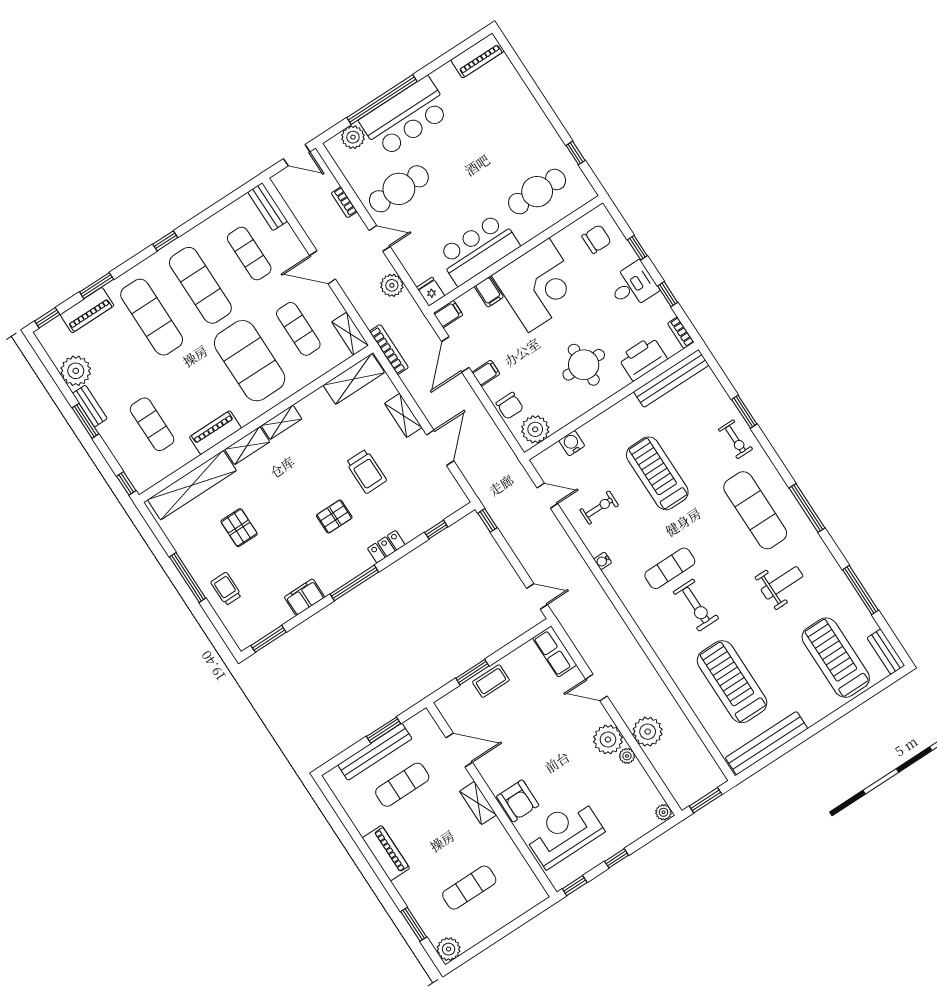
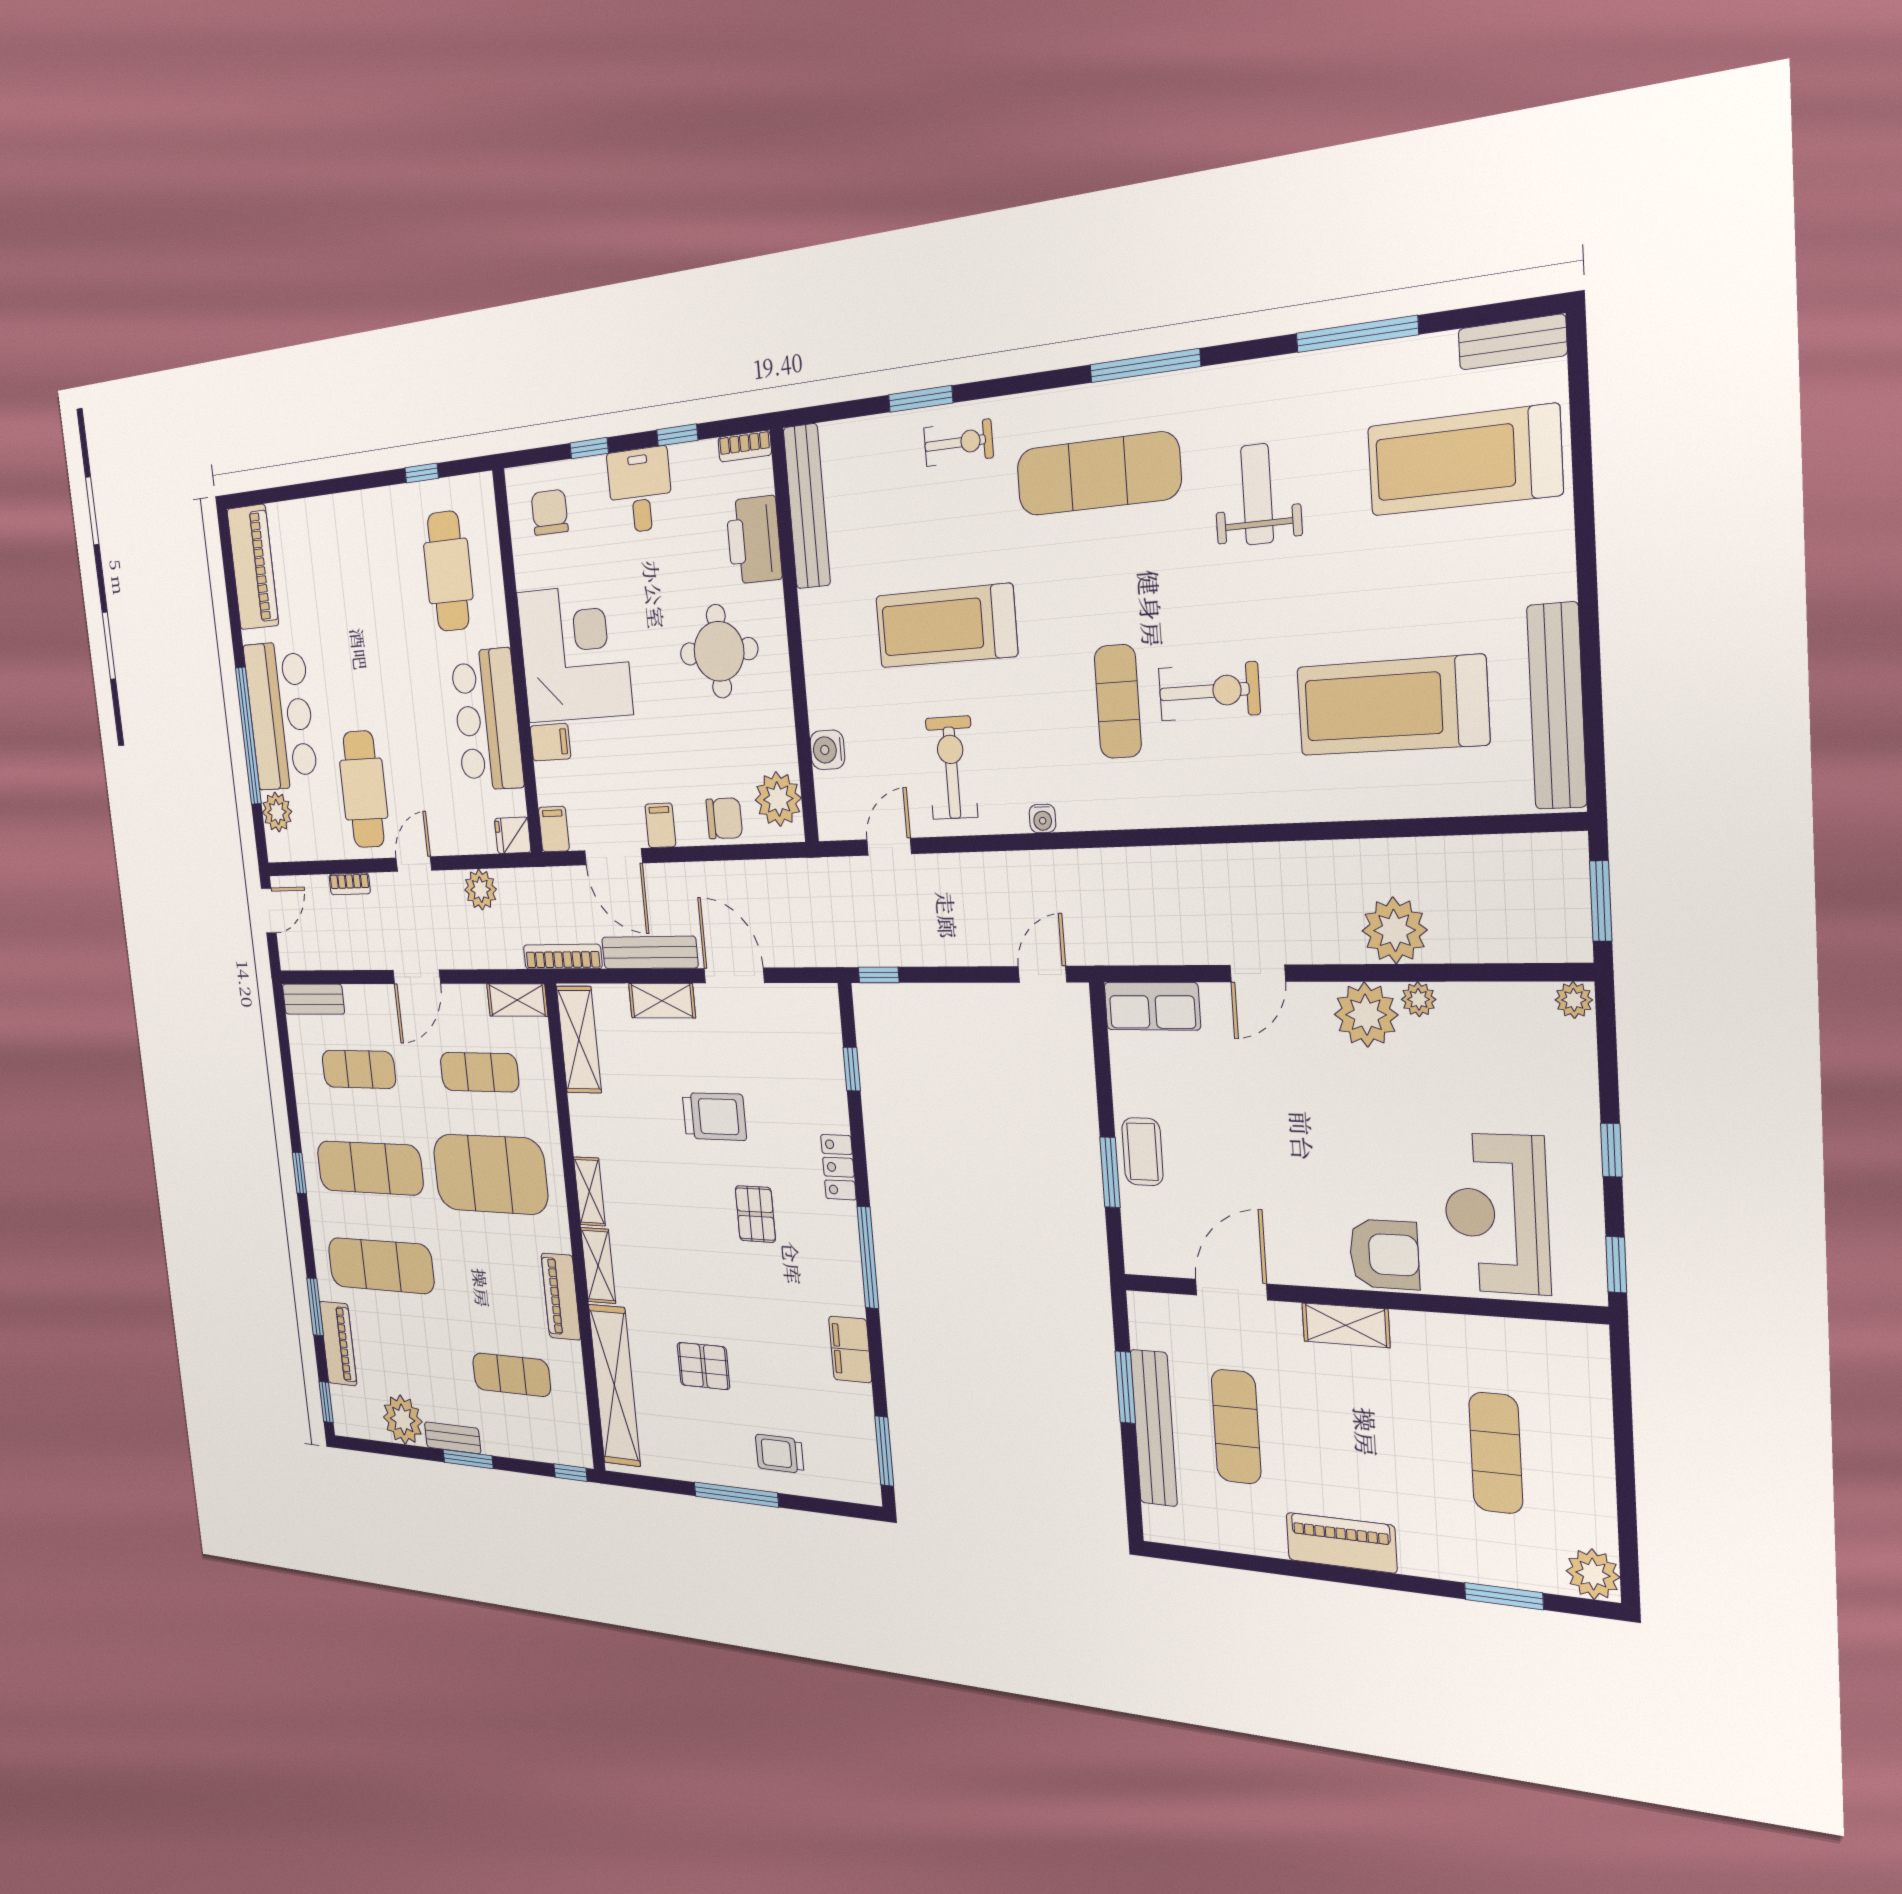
piano: (477, 55) -> (253, 567), width x1.37, depth x1.33
bench: (422, 397) -> (650, 952), added
exercise bike: (599, 508) -> (952, 768), width x1.38, depth x1.39

